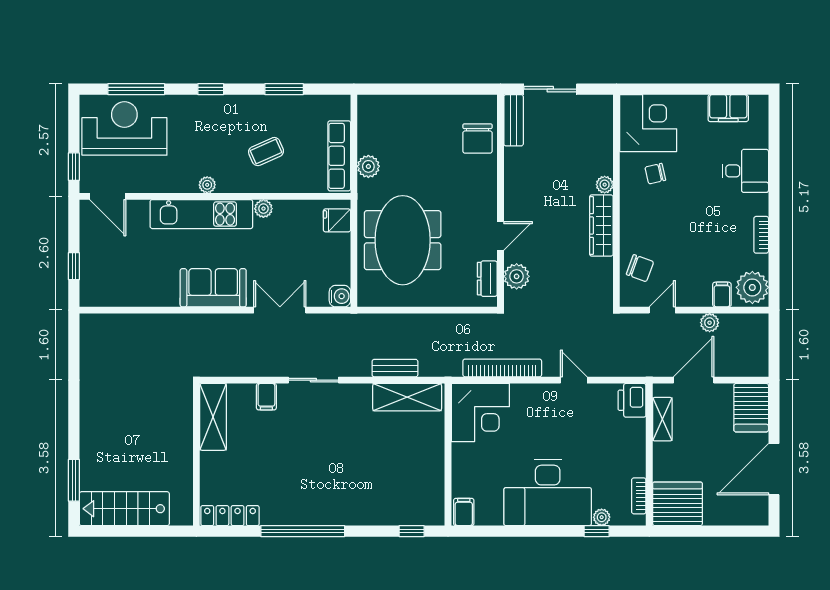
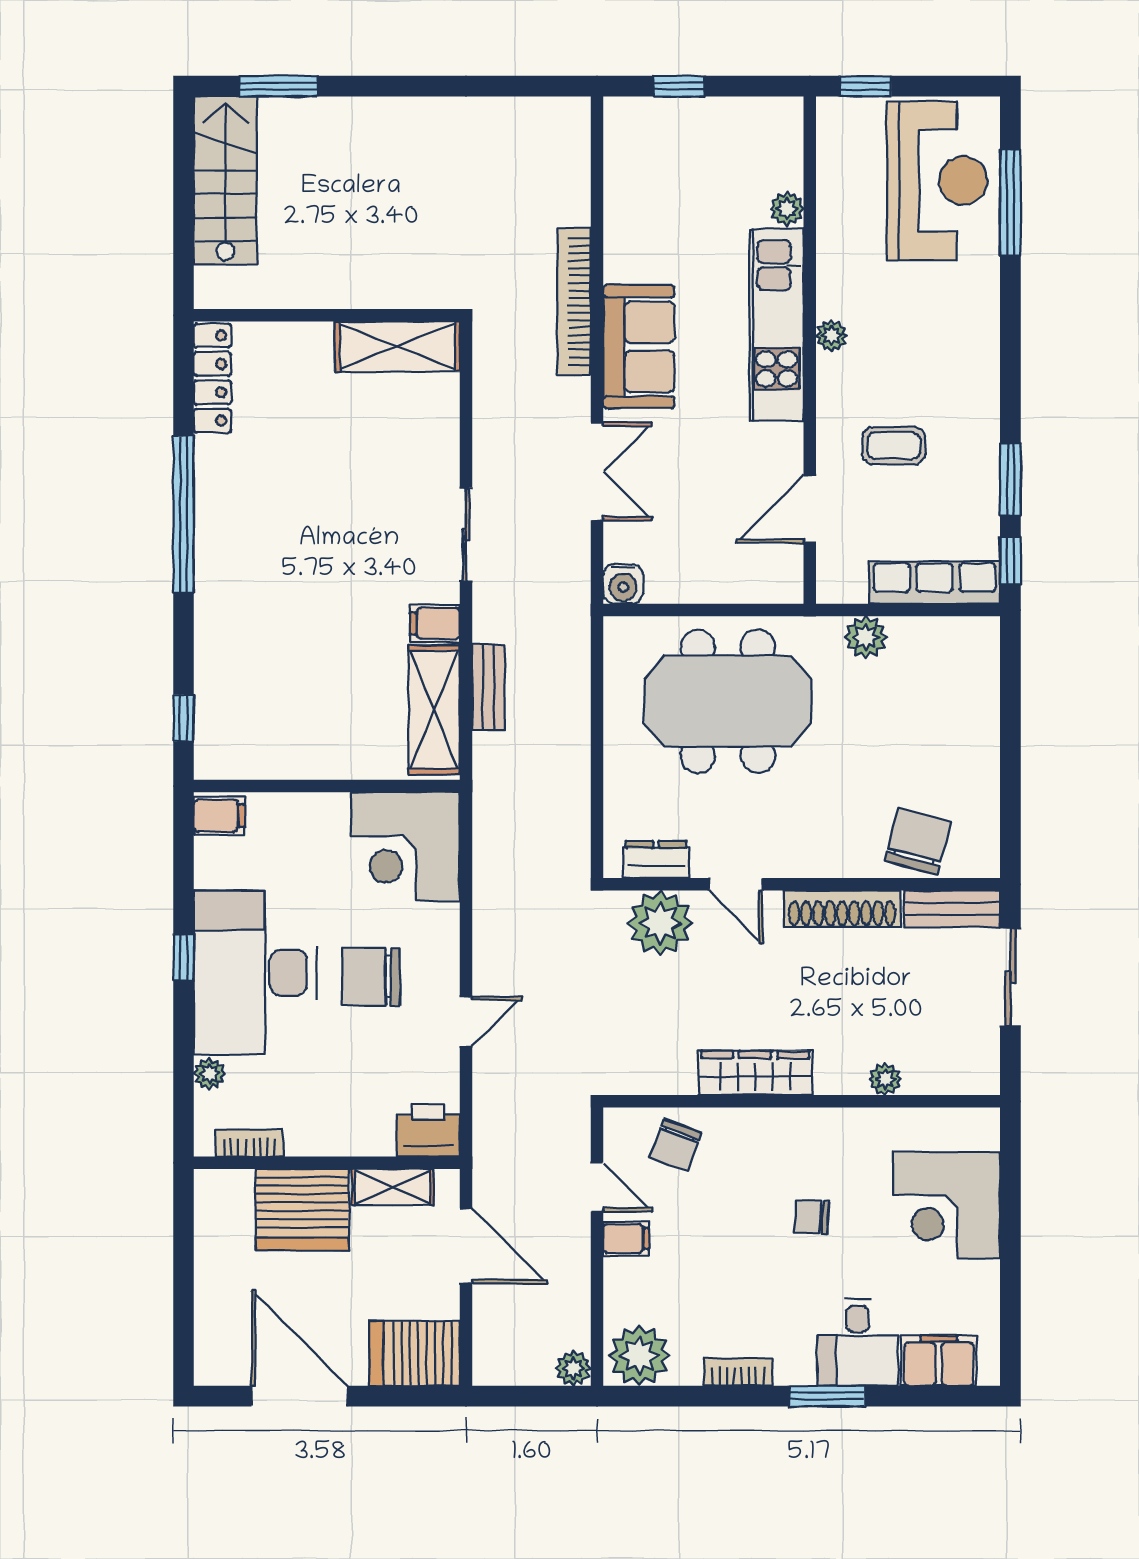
window: (211, 89) -> (1010, 561), moved
filing cabinet: (728, 108) -> (939, 1361), moved, turned 90
corner desk: (648, 123) -> (947, 1205), moved, turned 90
chair: (478, 139) -> (918, 841), turned 105
coffee table: (266, 152) -> (894, 446), turned -66
row of seats: (339, 156) -> (935, 583), moved
chair: (655, 174) -> (812, 1217), moved, turned -74
shoe rack: (513, 179) -> (842, 909), added
plant: (605, 185) -> (885, 1079), moved
window: (774, 187) -> (827, 1396), added
door: (108, 196) -> (810, 509), moved
plant: (263, 209) -> (787, 209), moved
fridge: (337, 220) -> (765, 578), removed
plant: (517, 276) -> (660, 923), width x1.36, depth x1.36
filing cabinet: (722, 295) -> (626, 1238), moved
plant: (710, 323) -> (573, 1368), moved
bookcase: (502, 368) -> (574, 302), moved, turned 180
filing cabinet: (266, 397) -> (435, 623), moved
chair: (550, 431) -> (371, 977), added
server rack: (677, 504) -> (302, 1210), moved, turned 90
window: (597, 531) -> (183, 958), moved

